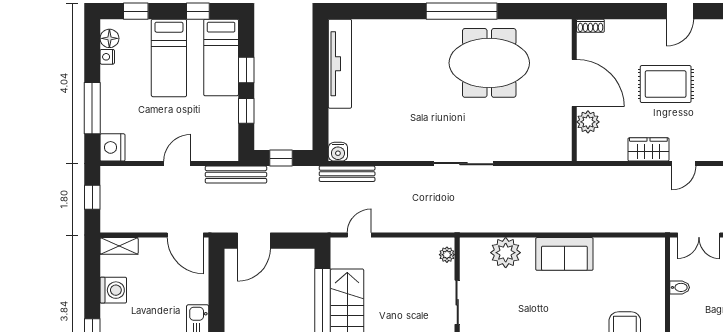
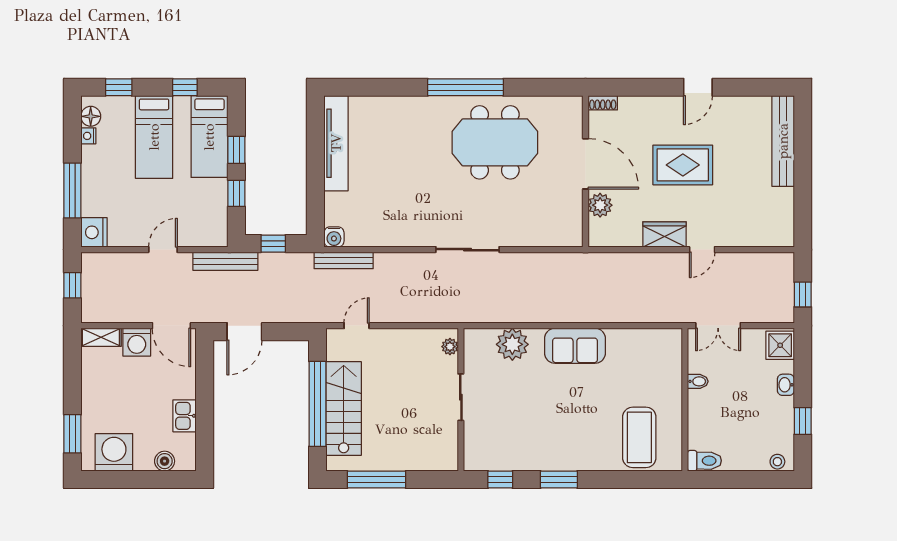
washing machine: (113, 290) -> (137, 342), moved, turned 90

